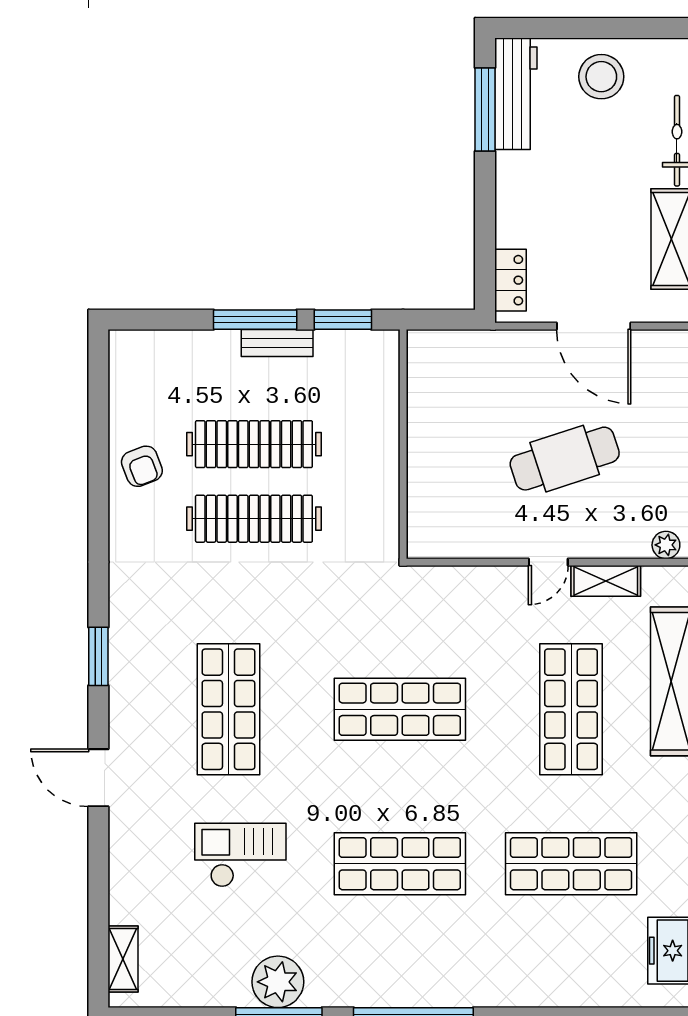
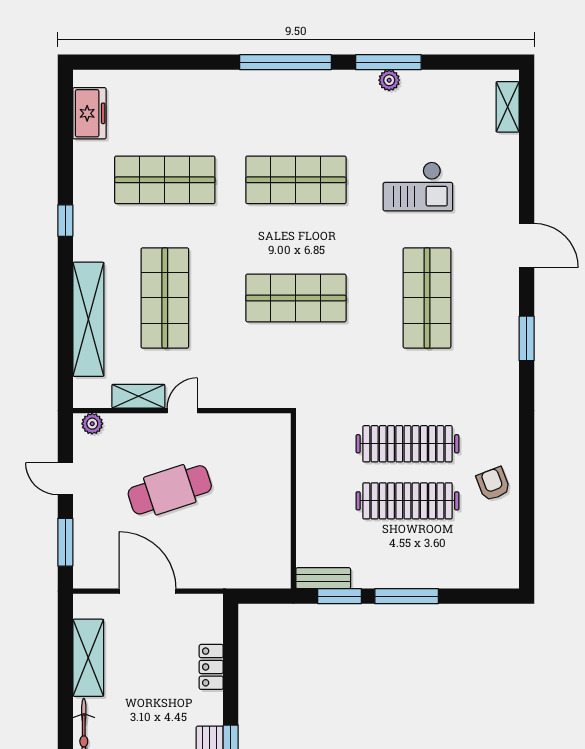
locker: (510, 280) -> (211, 667), moved
bench: (277, 343) -> (323, 578), moved
plant: (278, 982) -> (389, 80), width x0.53, depth x0.53

